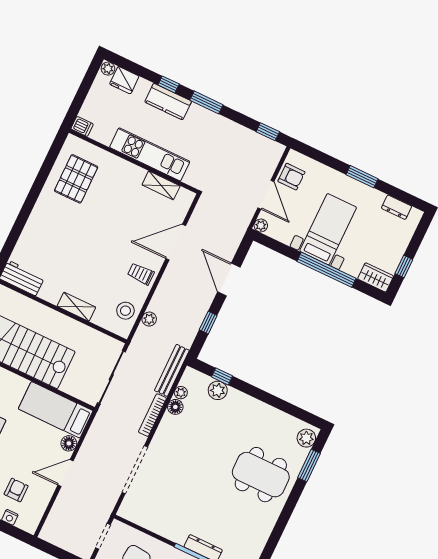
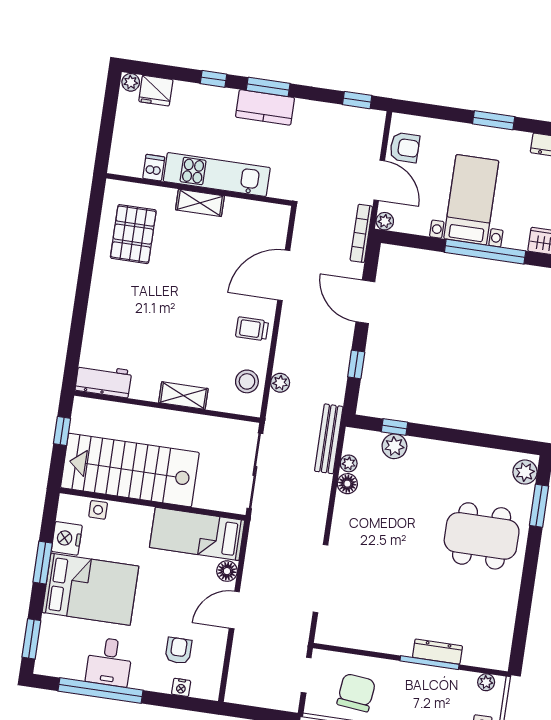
kitchen counter: (168, 102) -> (265, 107), moved
dishwasher: (82, 126) -> (154, 168), moved, turned -90
shelving: (161, 185) -> (200, 203), moved
bookcase: (152, 415) -> (361, 233), moved

